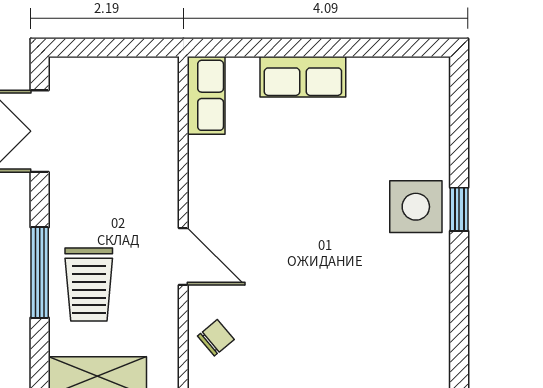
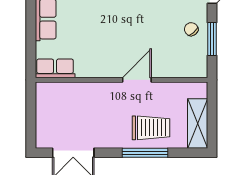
chair: (216, 338) -> (191, 29), moved

